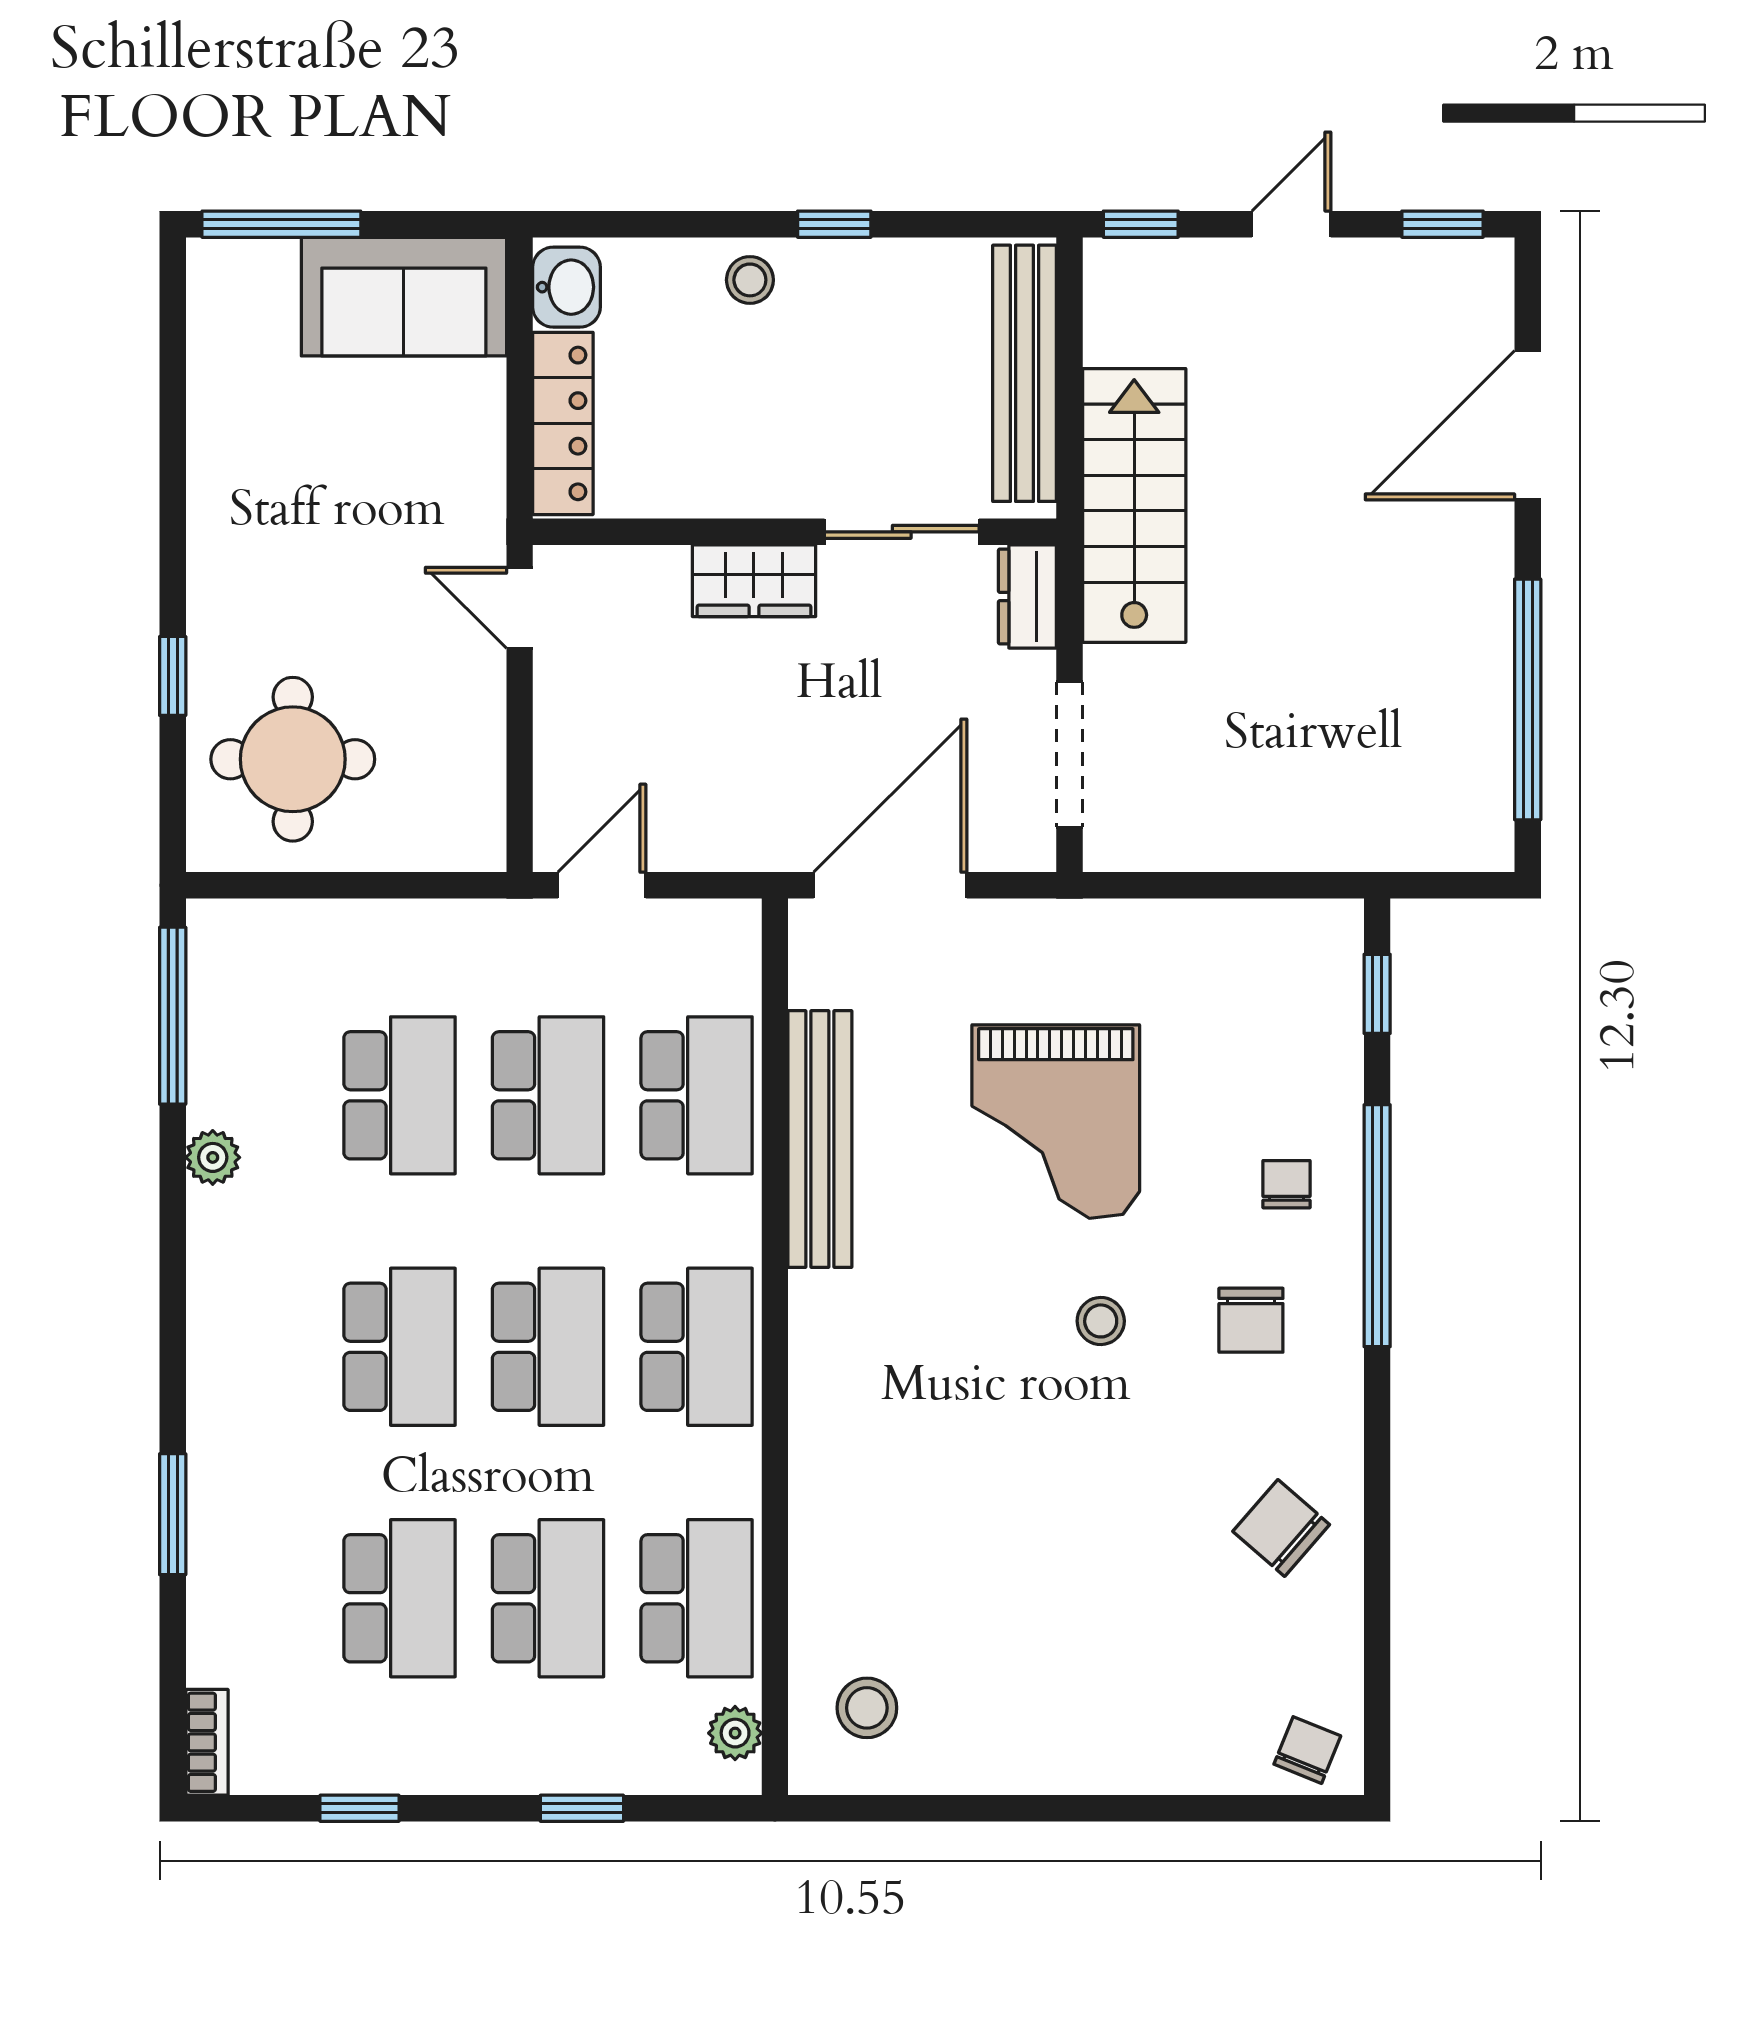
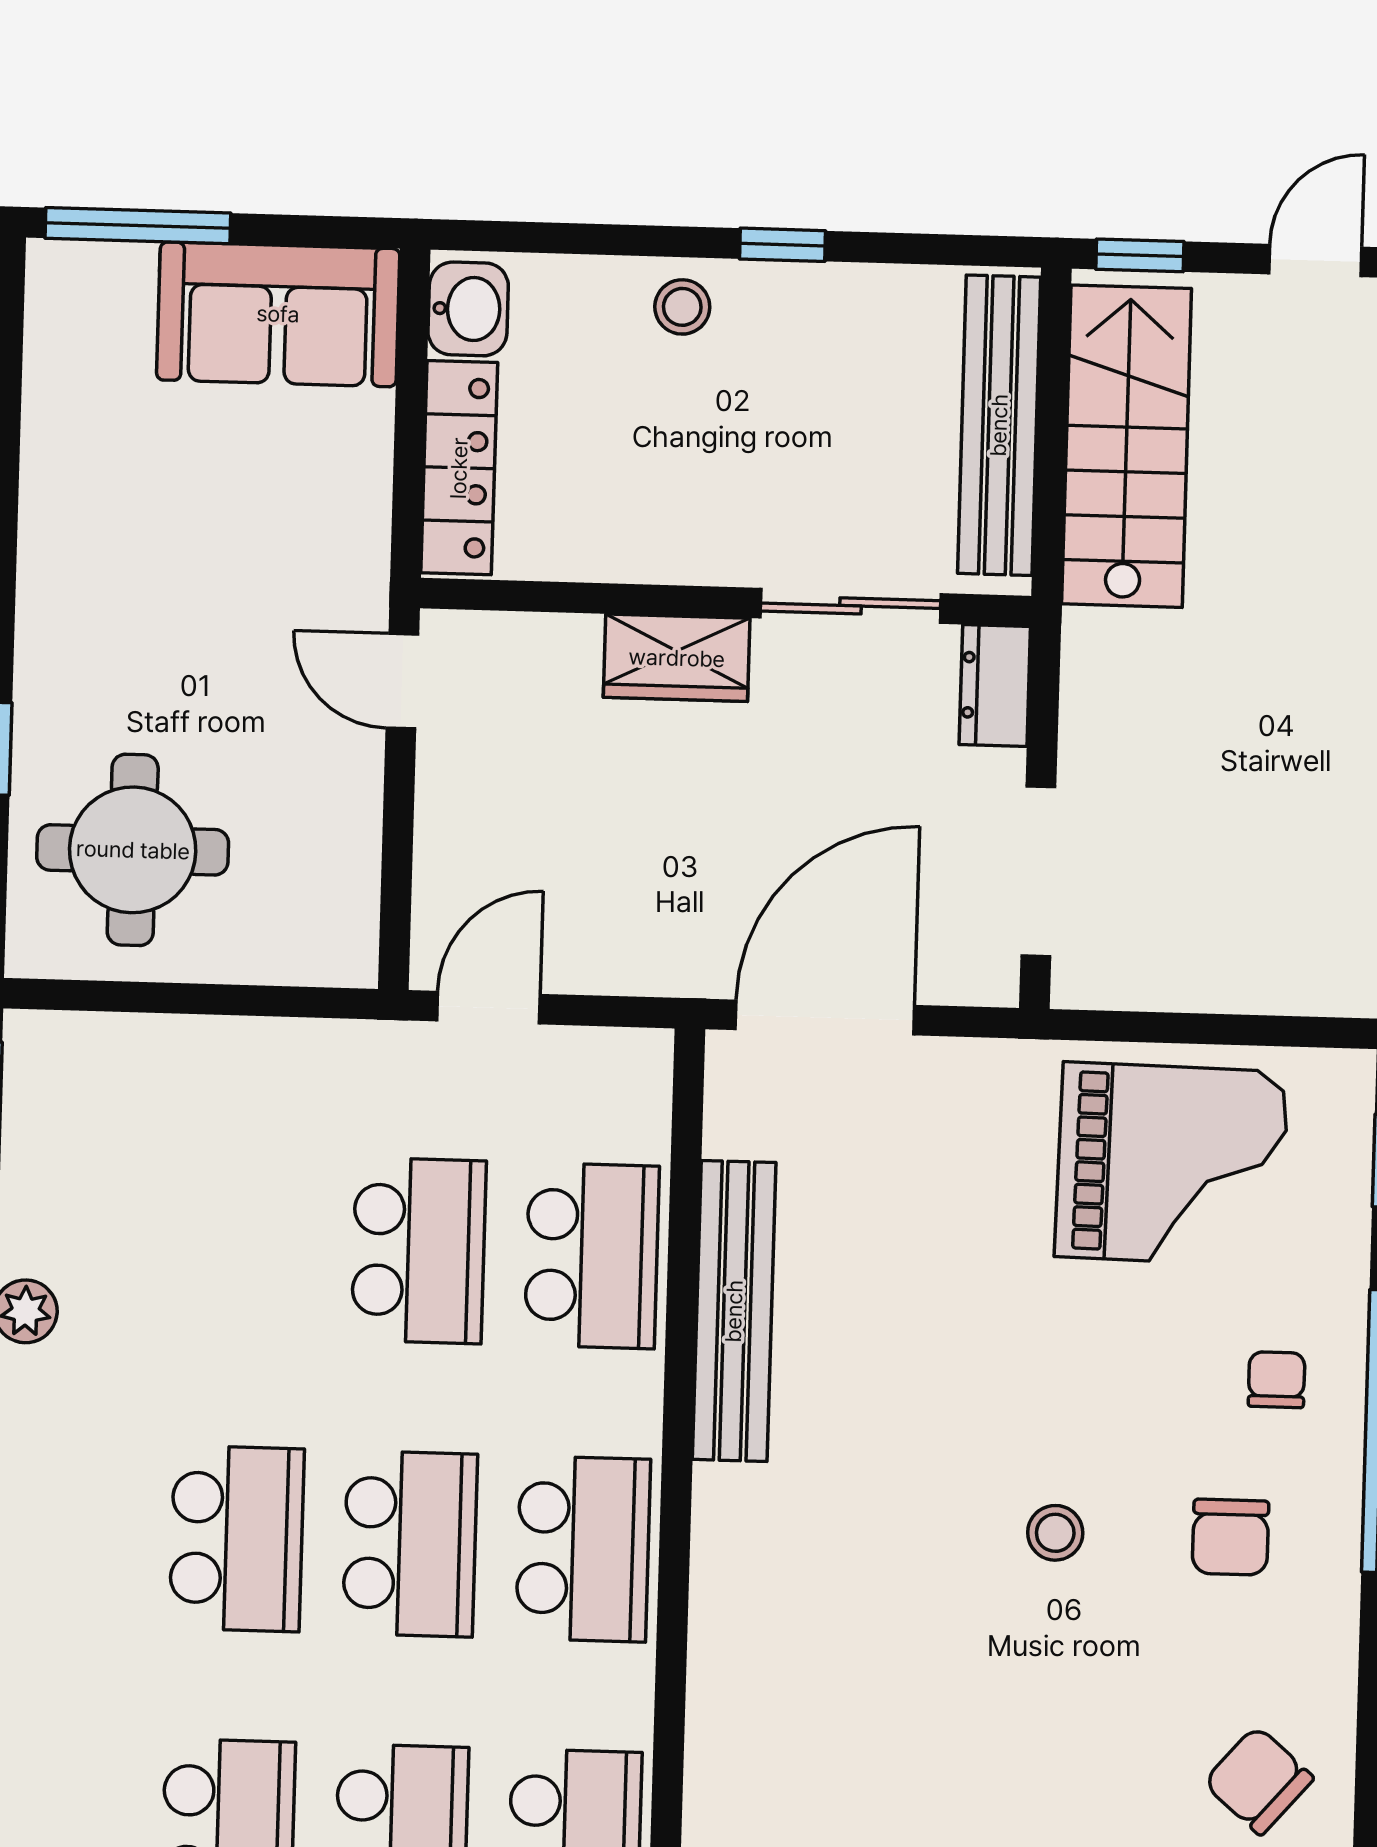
stairs: (1134, 505) -> (1127, 446), moved
school desk: (400, 1095) -> (245, 1245), removed
grand piano: (1056, 1122) -> (1172, 1164), moved, turned -89

